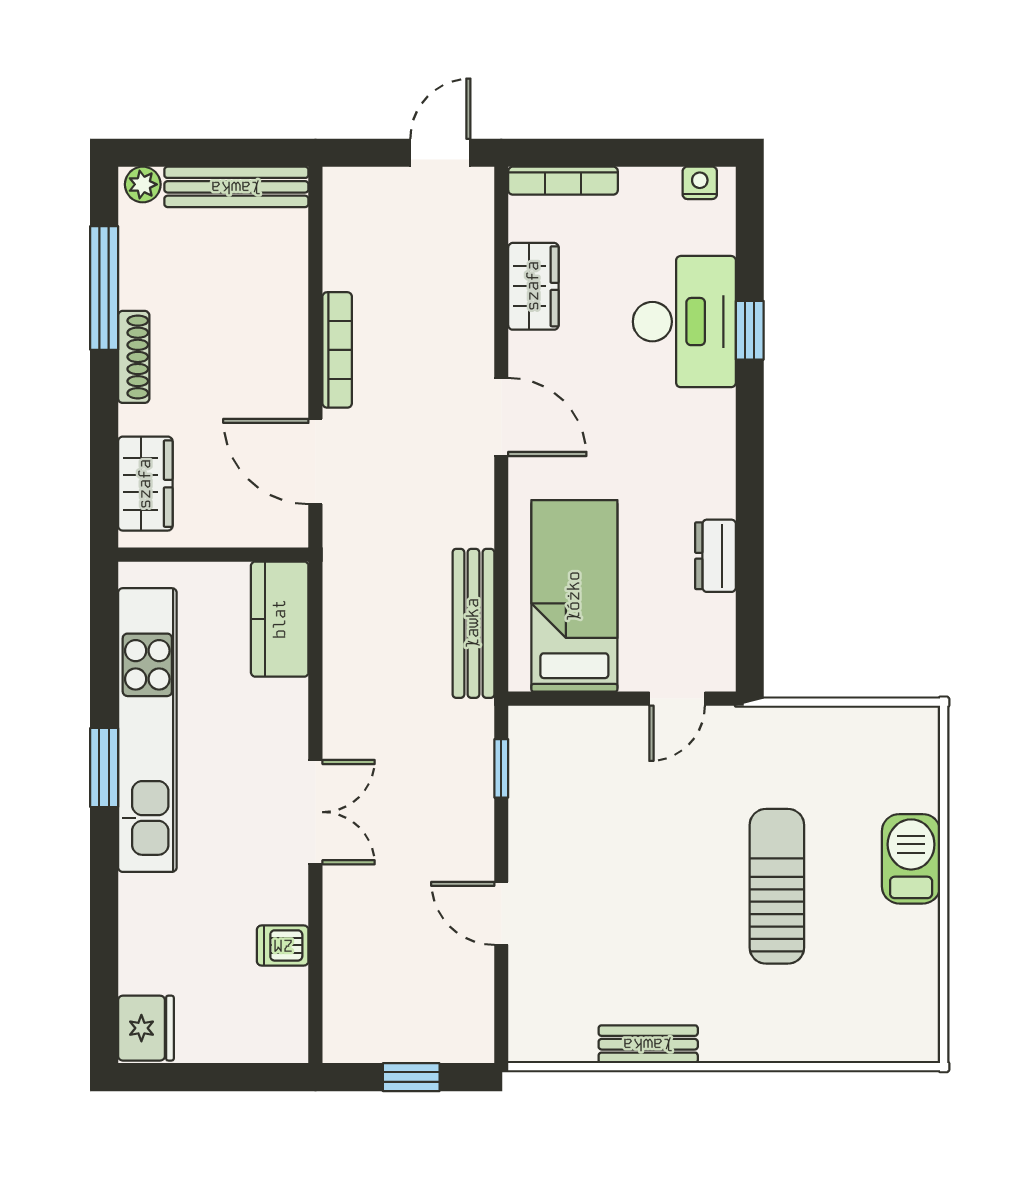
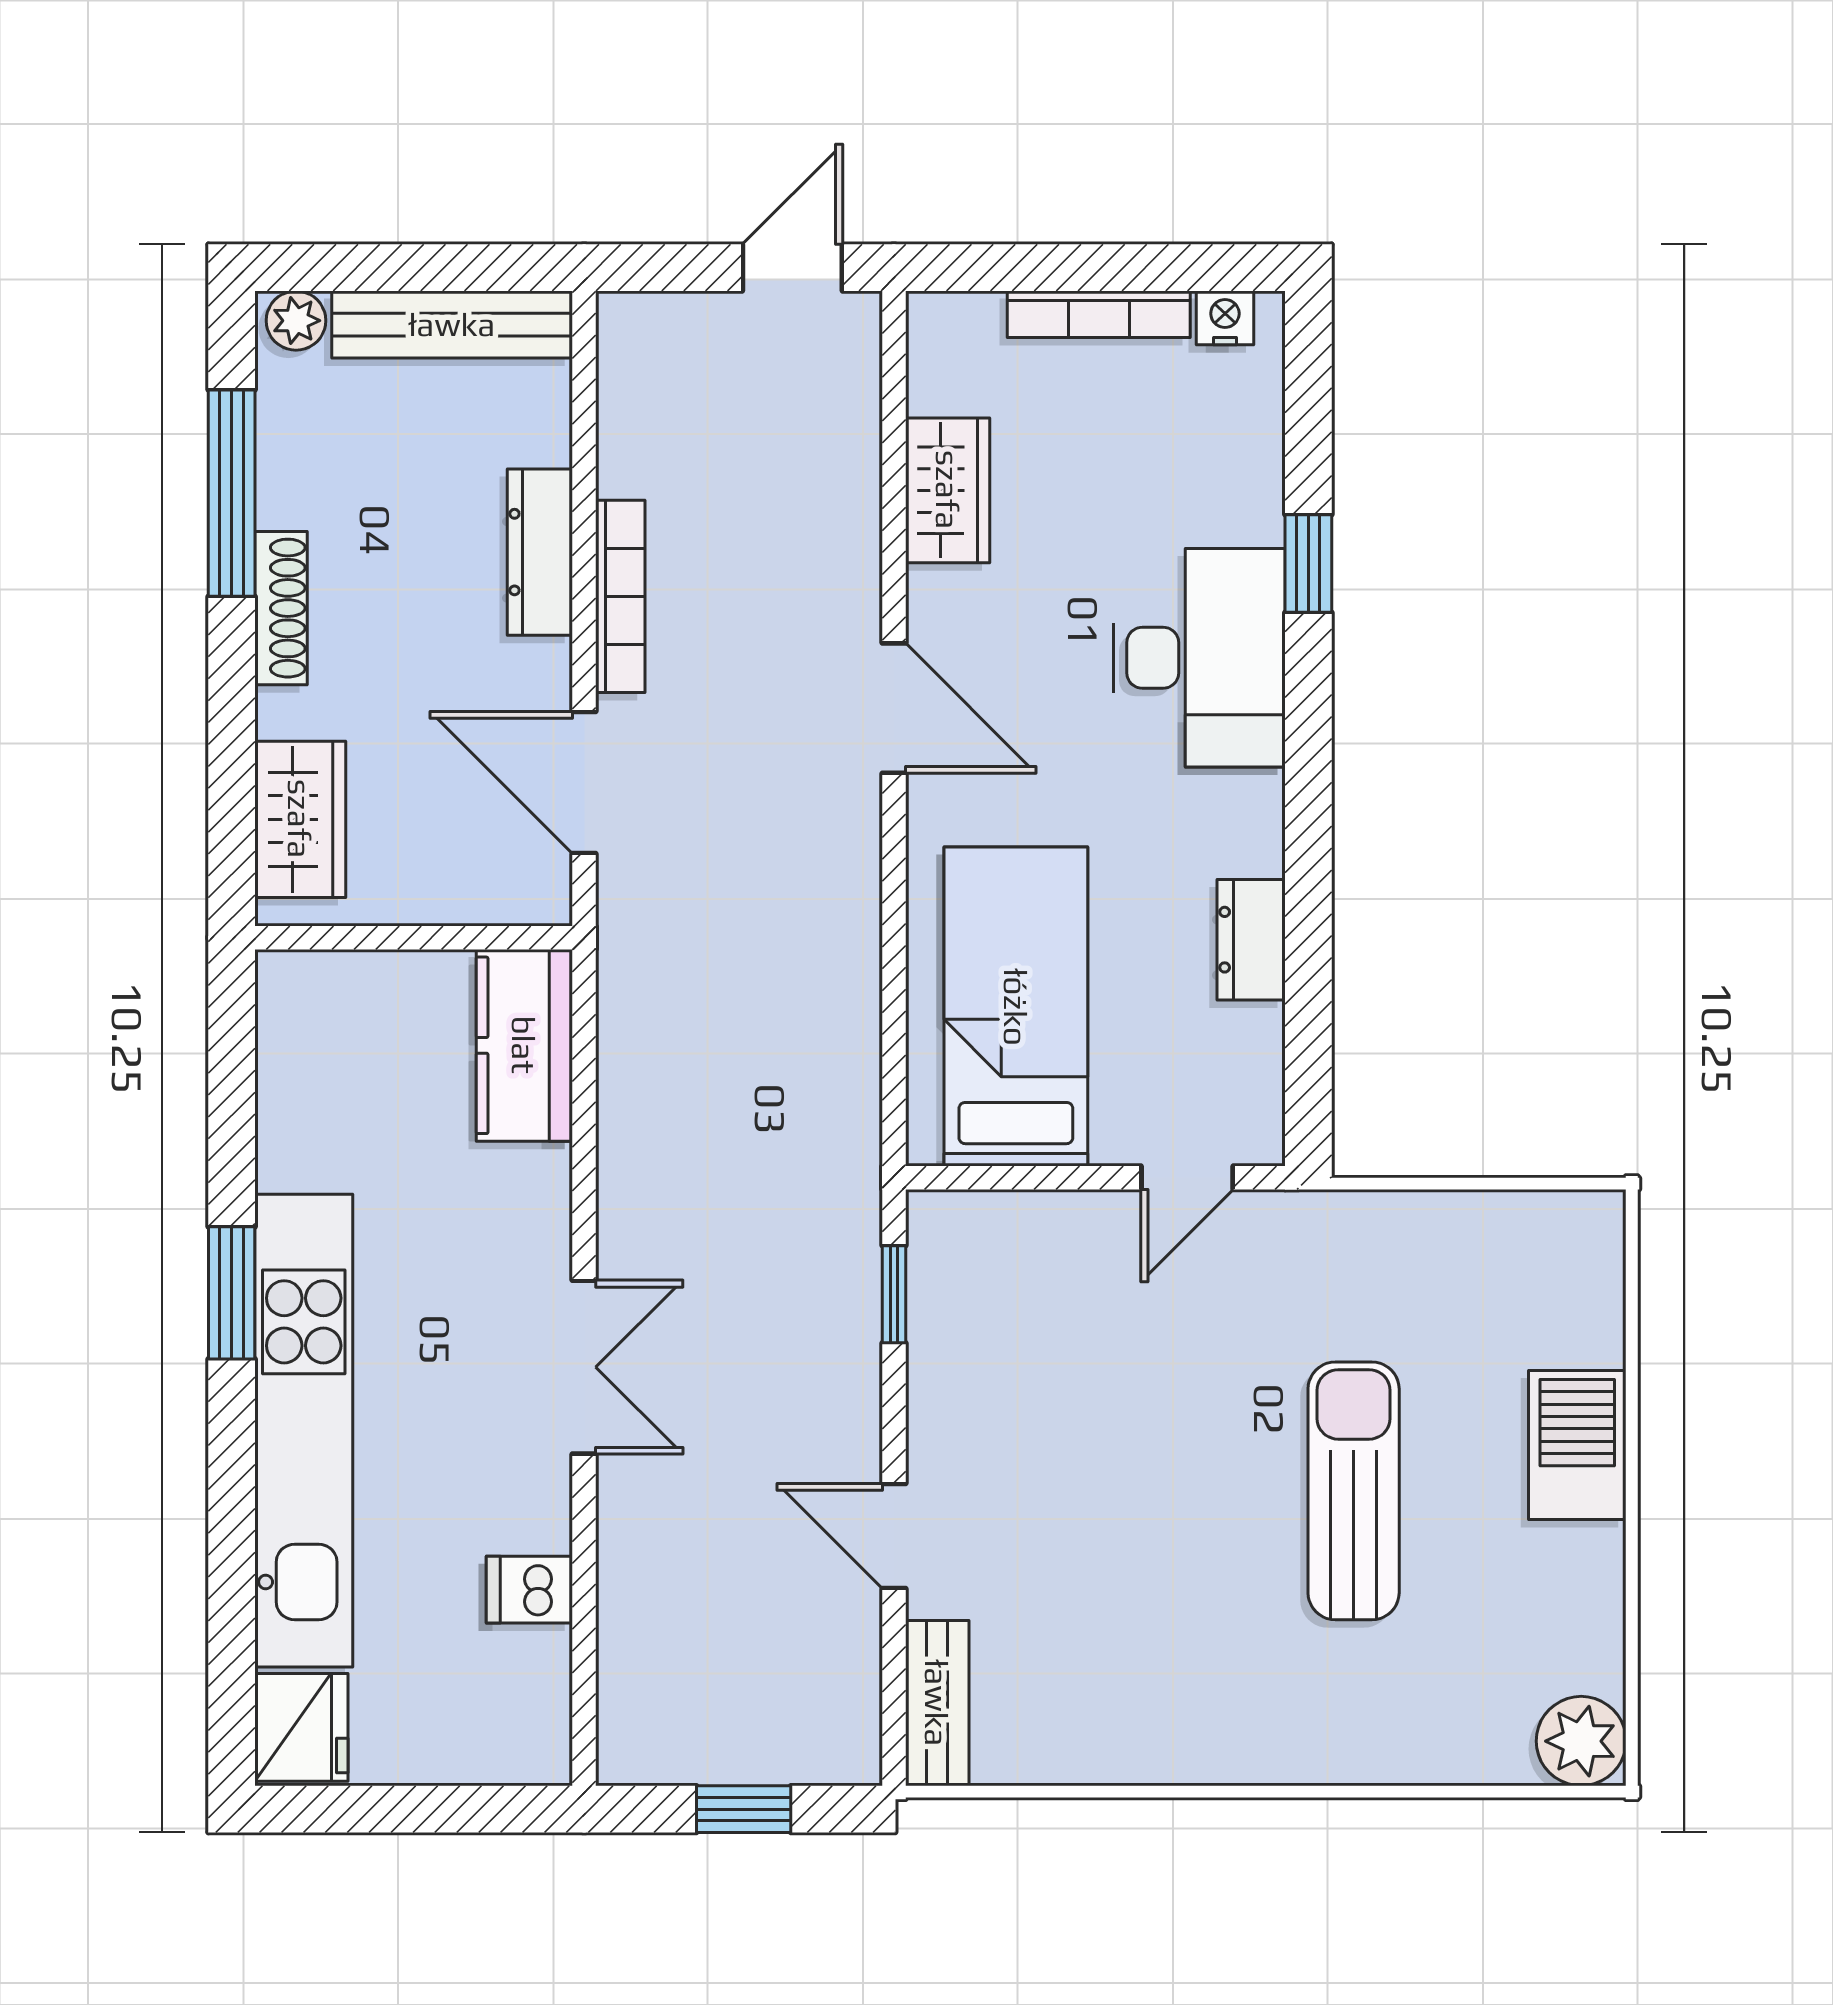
bookcase: (563, 181) -> (1099, 314), moved
desk: (684, 322) -> (1199, 658), moved
dresser: (289, 323) -> (540, 552), added
bench: (473, 623) -> (848, 1052), removed
kitchen unit: (147, 730) -> (304, 1431), moved
plant: (913, 1036) -> (1581, 1741), added
bench: (648, 1044) -> (937, 1703), moved, turned 90

